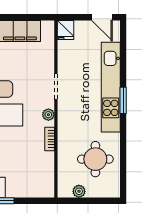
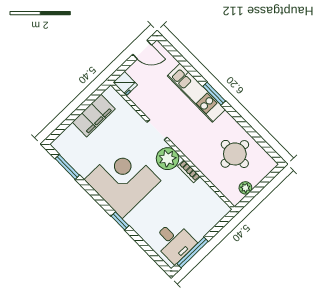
kitchen unit: (111, 87) -> (196, 93), width x0.73
plant: (48, 115) -> (168, 159), width x1.87, depth x1.87

